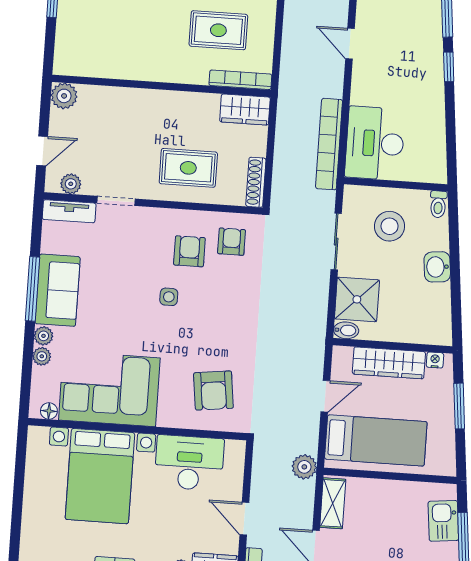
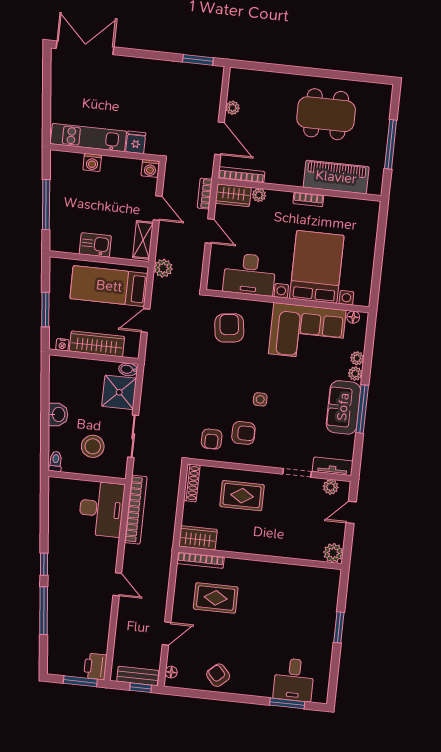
armchair: (189, 251) -> (243, 433), turned -90
kitchen sink: (443, 521) -> (95, 245), moved, turned -84

